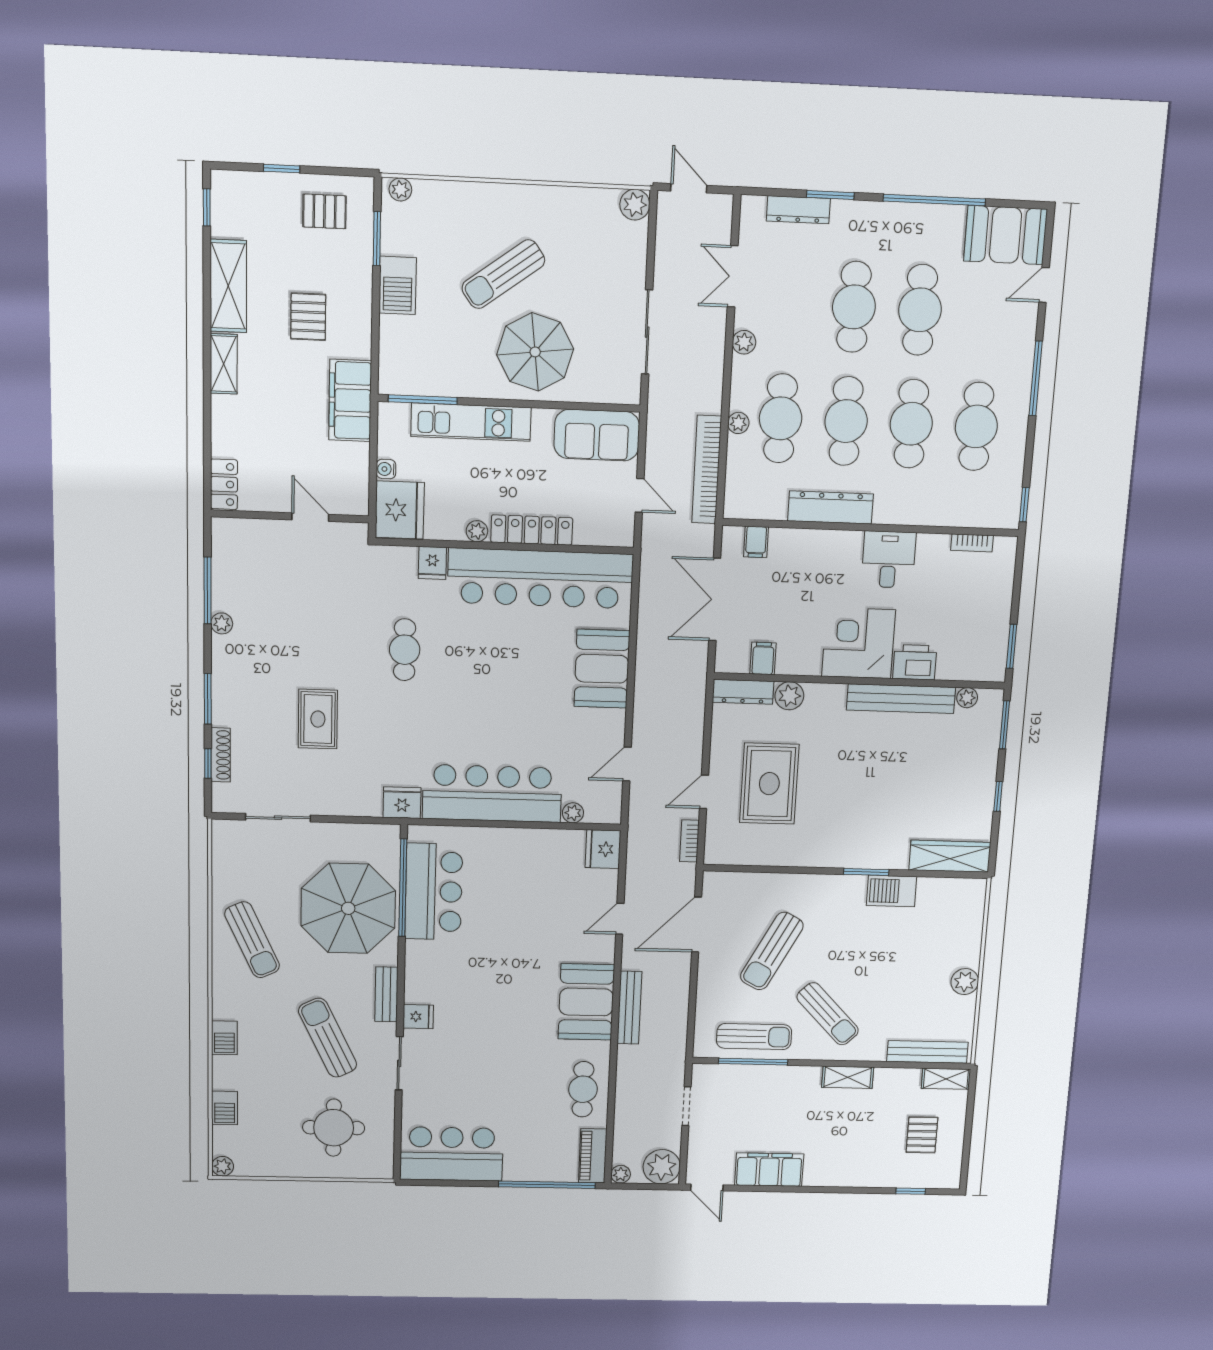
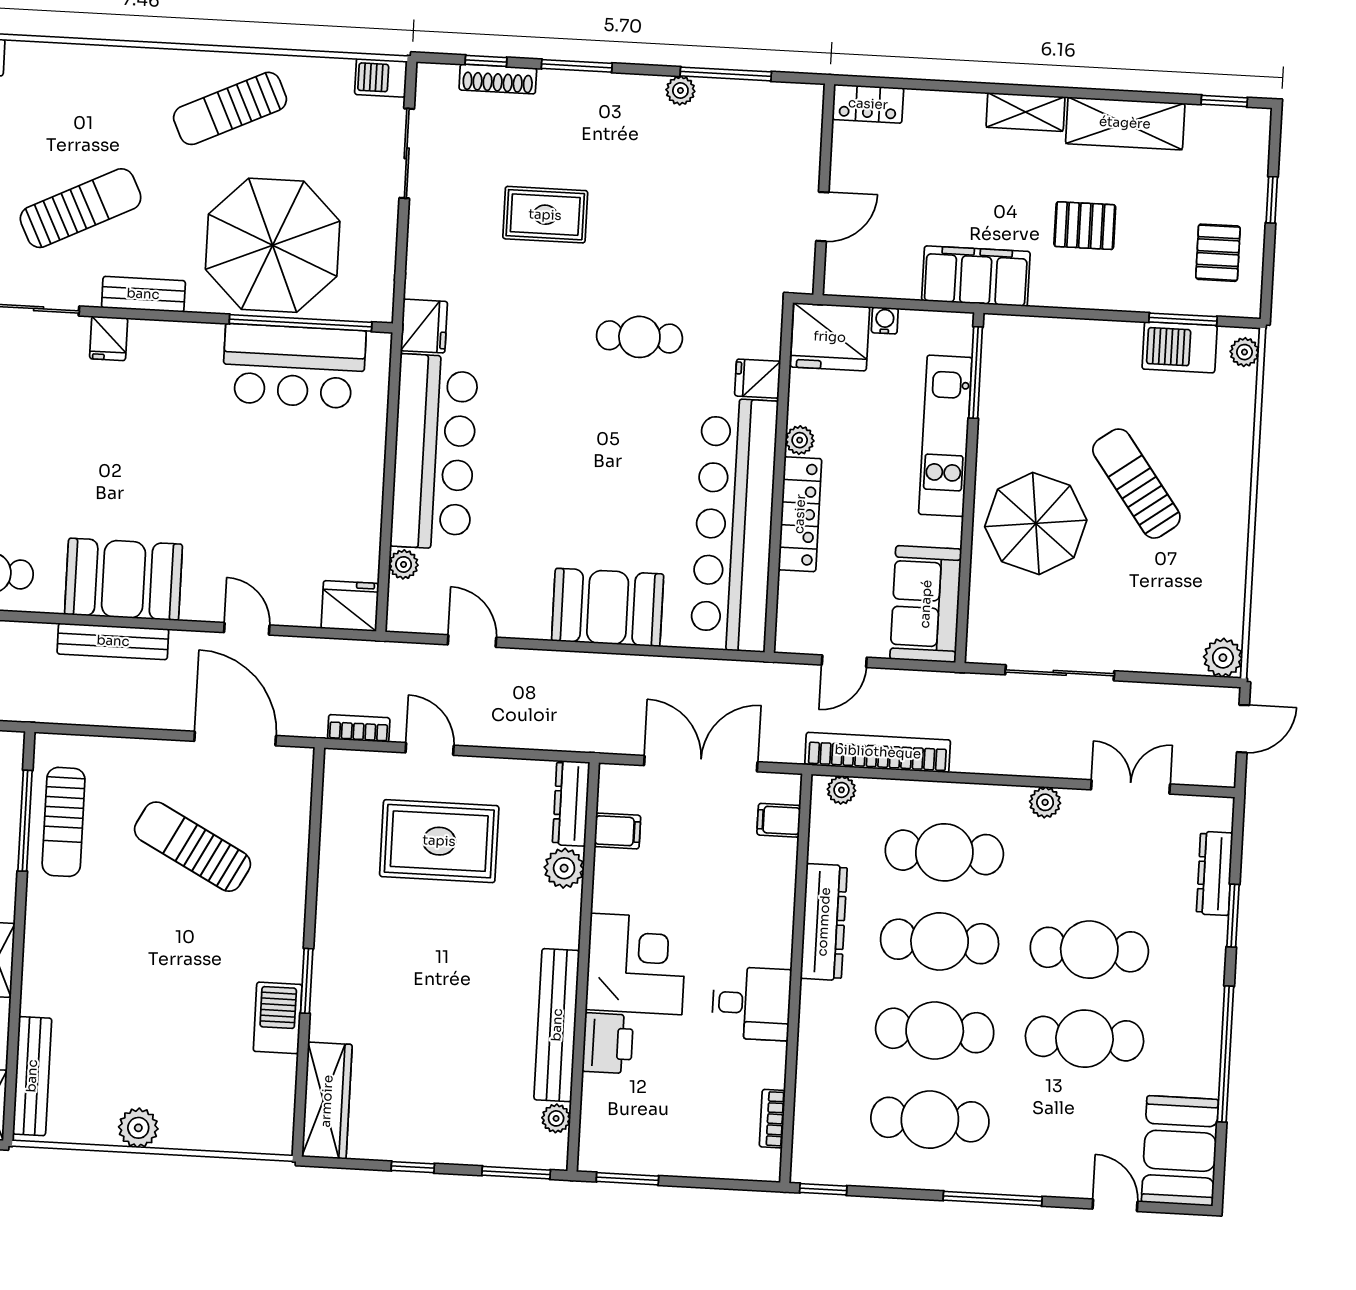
barbecue: (398, 285) -> (1180, 347), moved
plant: (738, 423) -> (841, 790), moved
sun lounger: (828, 1014) -> (95, 929), removed
barbecue: (224, 1038) -> (381, 78), moved

